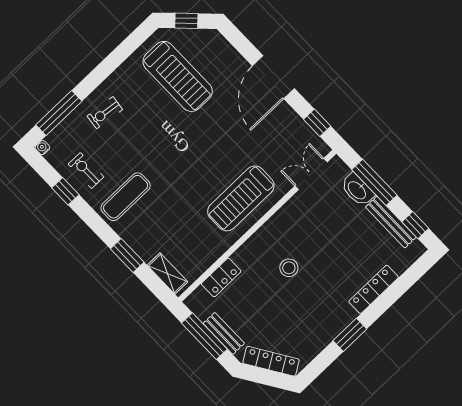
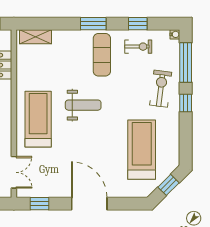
treadmill: (178, 76) -> (142, 150), turned 90
window: (96, 77) -> (186, 103), added
exercise bike: (105, 113) -> (161, 89), width x1.38, depth x1.39
weight bench: (188, 170) -> (83, 105), added
window: (127, 256) -> (93, 24), moved

